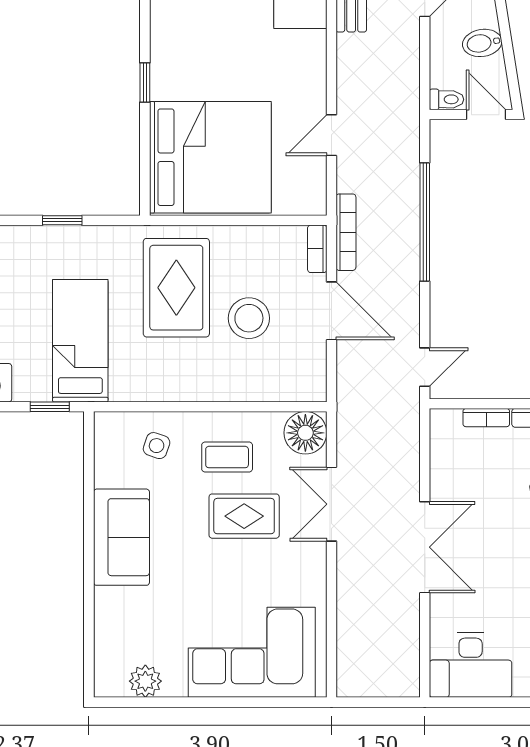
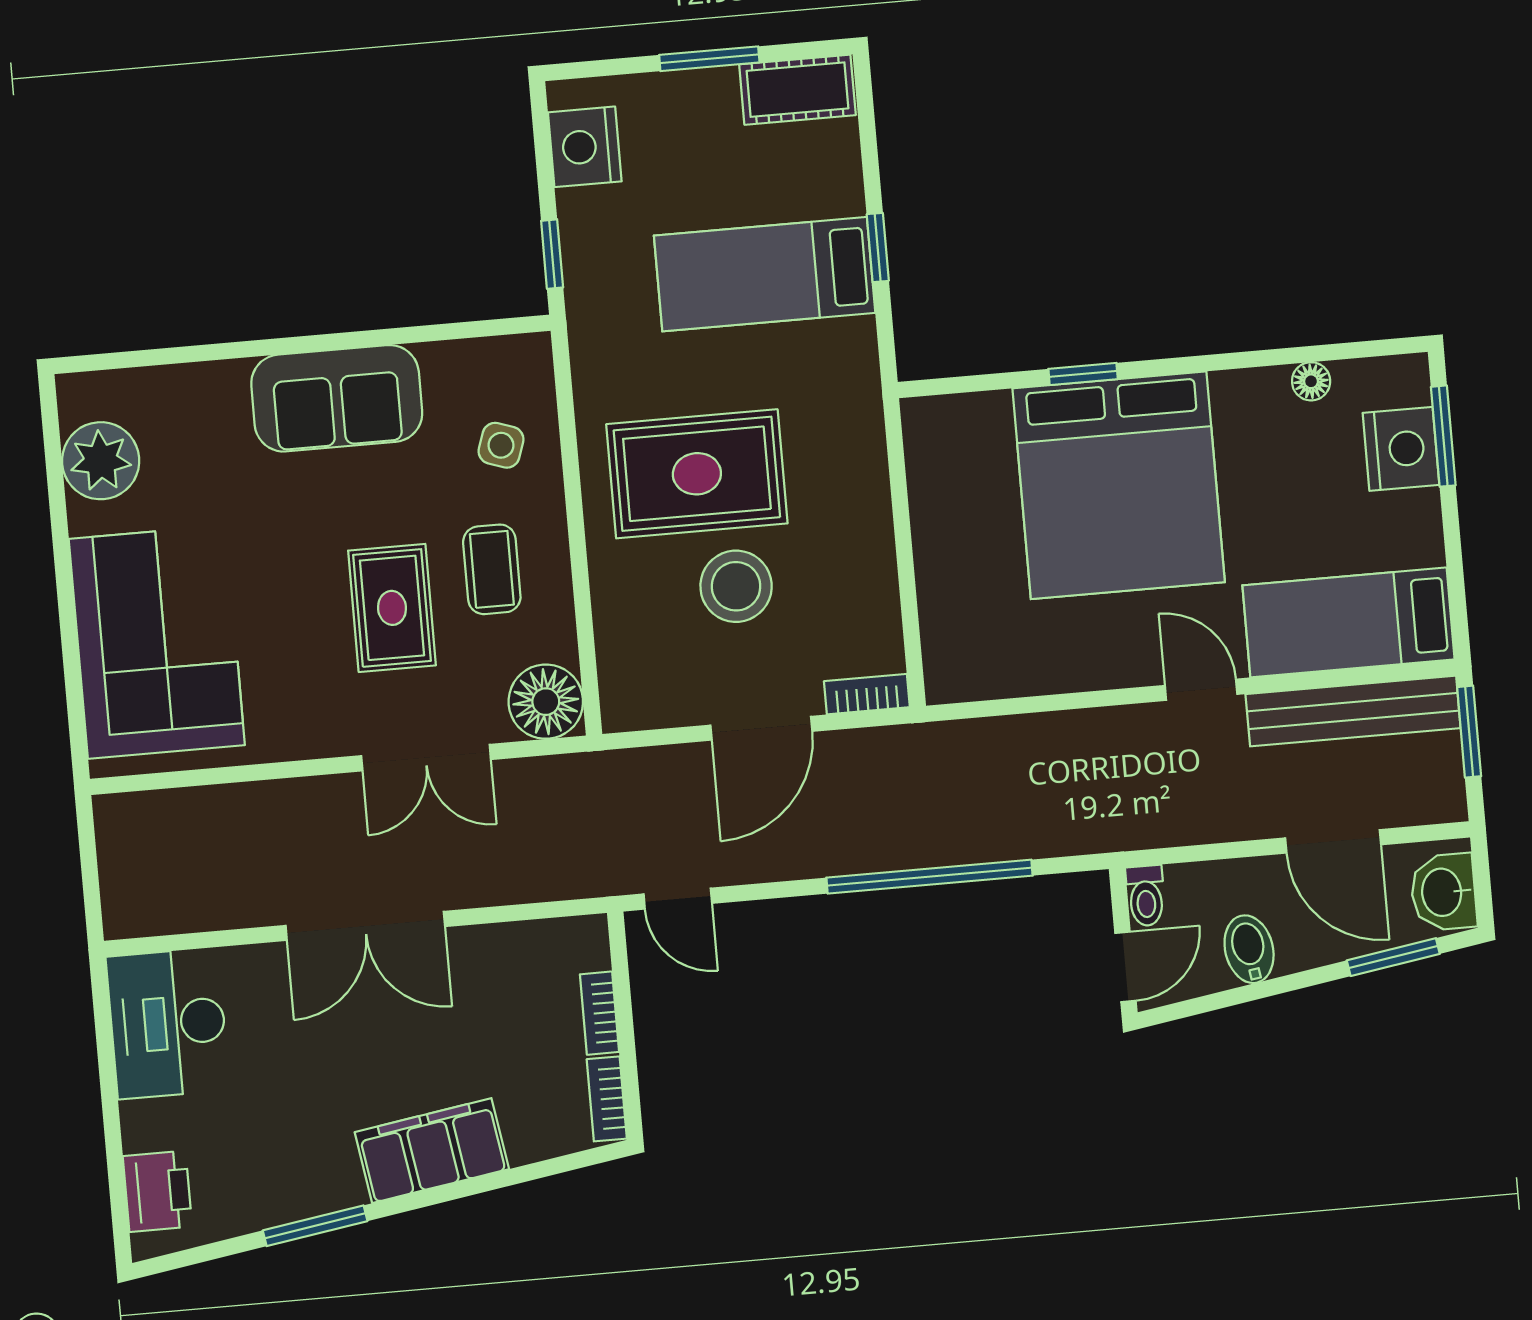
window: (145, 82) -> (1083, 374), moved
door: (331, 135) -> (1201, 690), moved
bed: (210, 157) -> (1119, 485), moved
bookcase: (346, 232) -> (900, 741), removed
rug: (176, 288) -> (697, 474), moved
bed: (80, 341) -> (765, 274), moved, turned 180
double door: (331, 504) -> (426, 758), swing flipped
plant: (145, 681) -> (101, 461), width x1.36, depth x1.36

